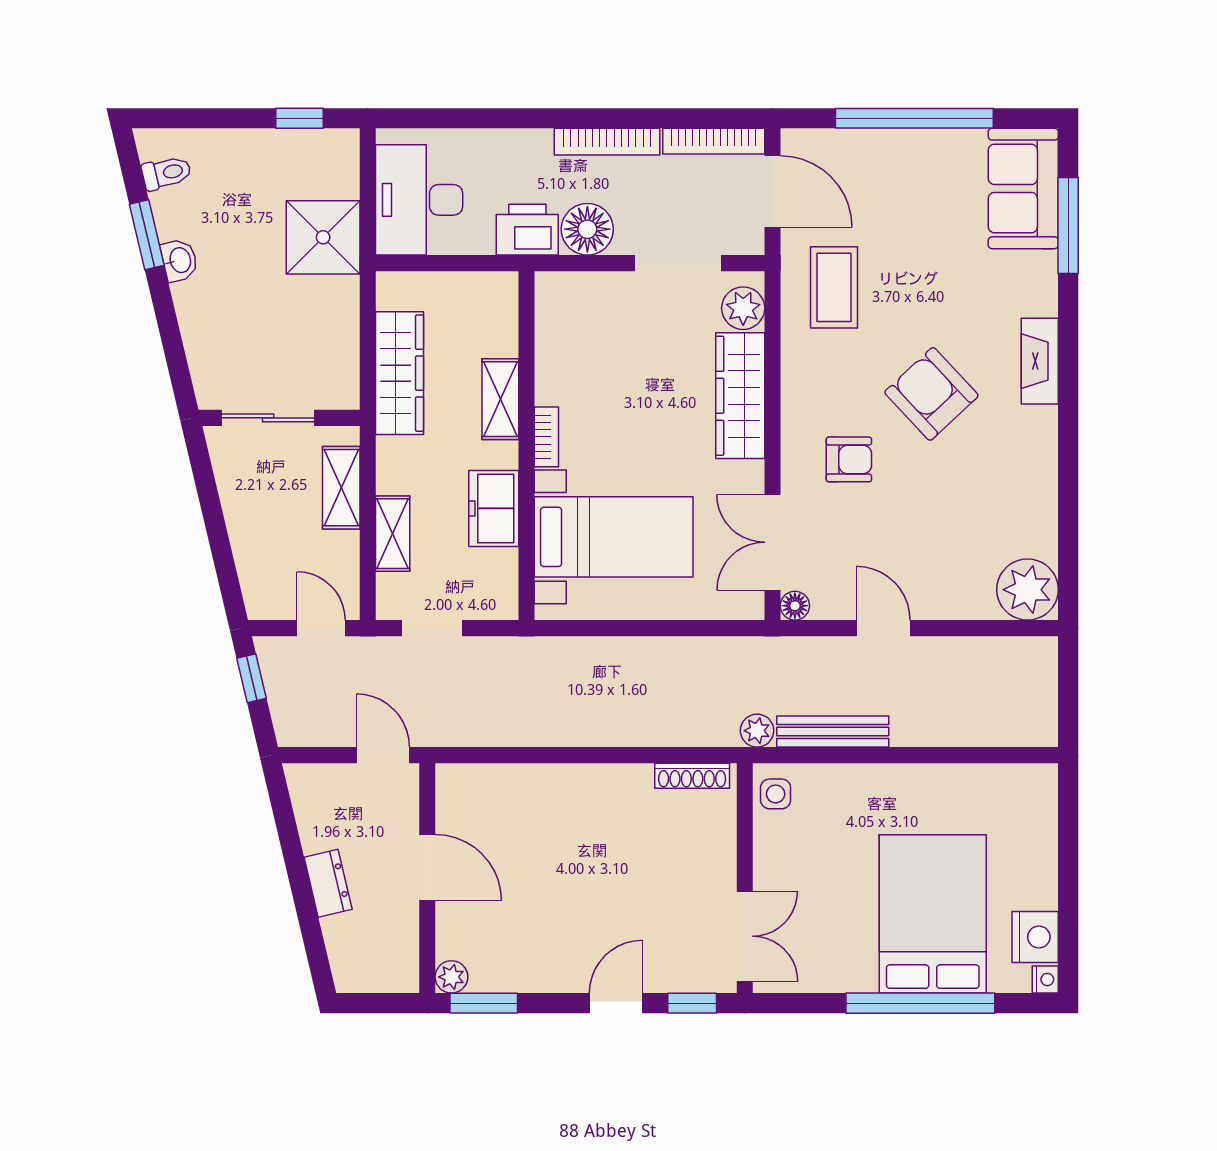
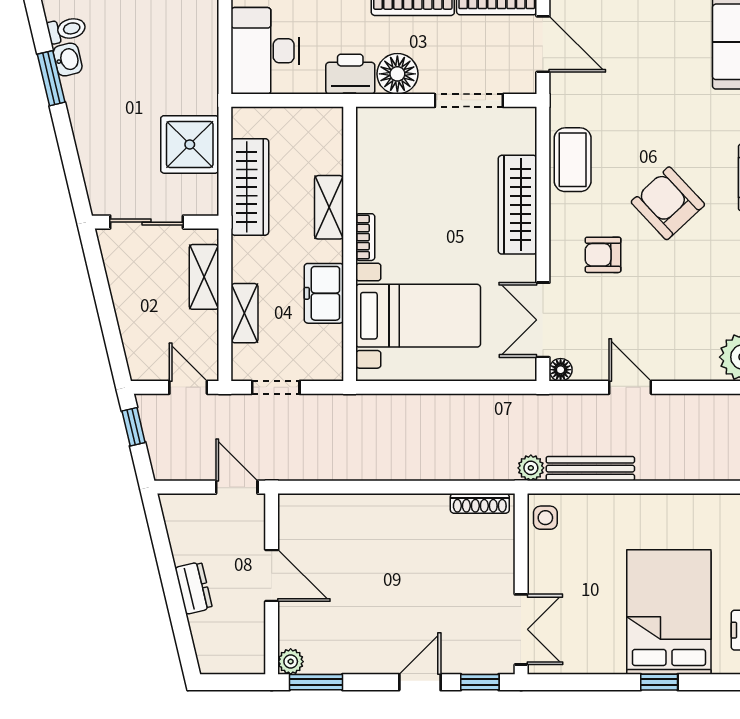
shower: (323, 237) -> (190, 144), moved
washbasin: (179, 260) -> (68, 60), moved
coffee table: (834, 287) -> (573, 160), moved
plant: (743, 308) -> (520, 136), removed
armchair: (849, 459) -> (603, 255), turned 180
window: (920, 1003) -> (659, 682), width x0.32

